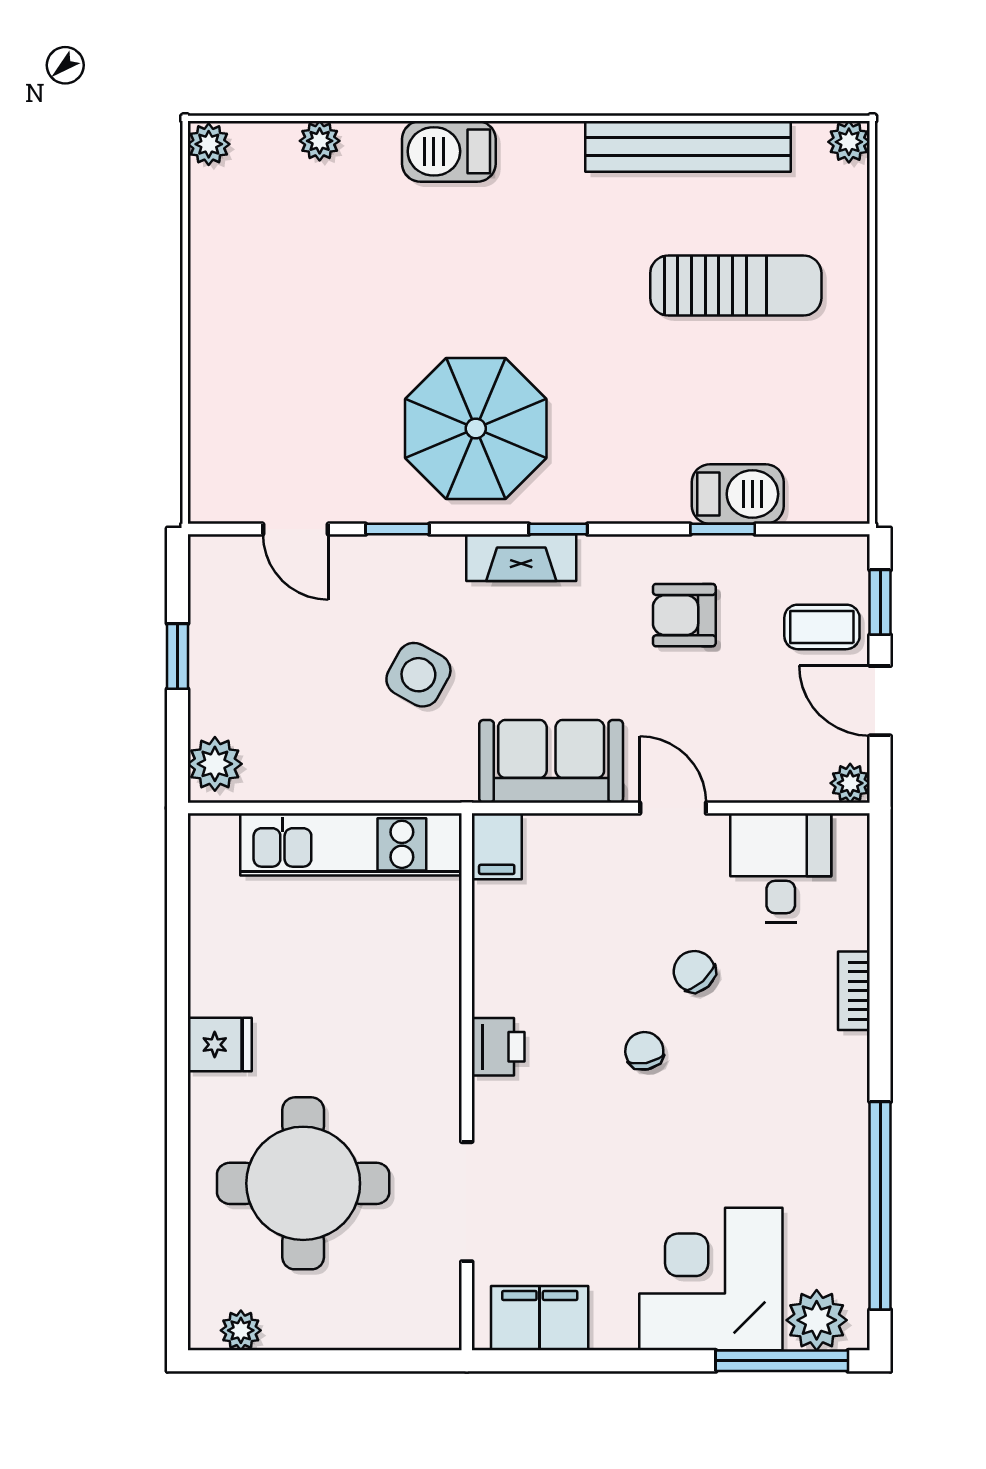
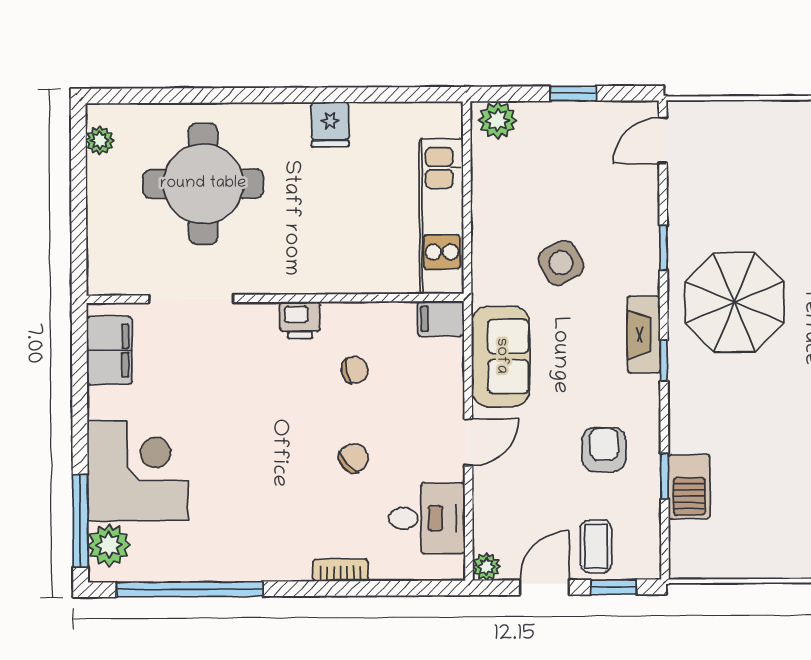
door: (296, 529) -> (663, 140), moved
side table: (418, 675) -> (561, 263), turned 32
fridge: (220, 1045) -> (330, 125), moved
chair: (644, 1051) -> (355, 370), moved

